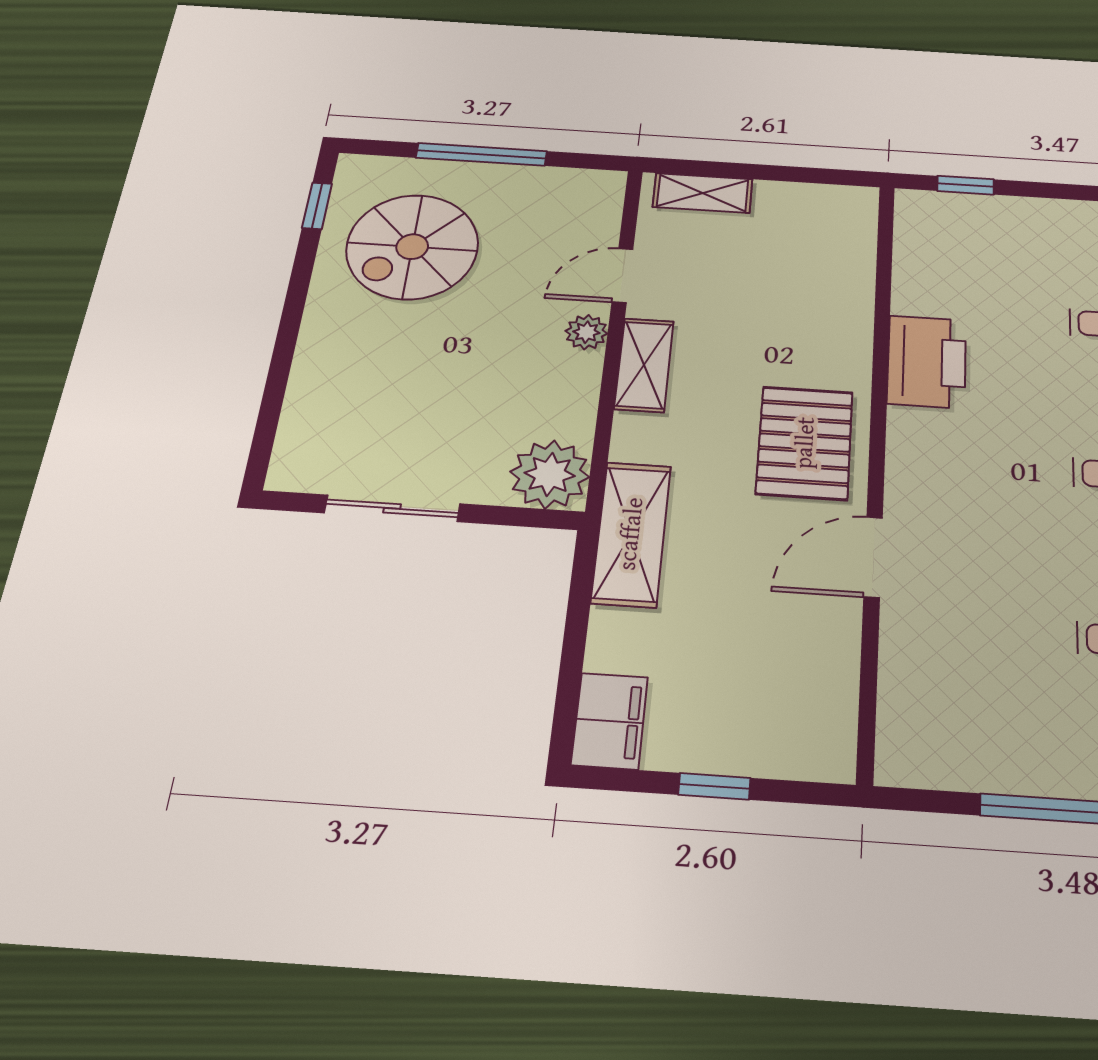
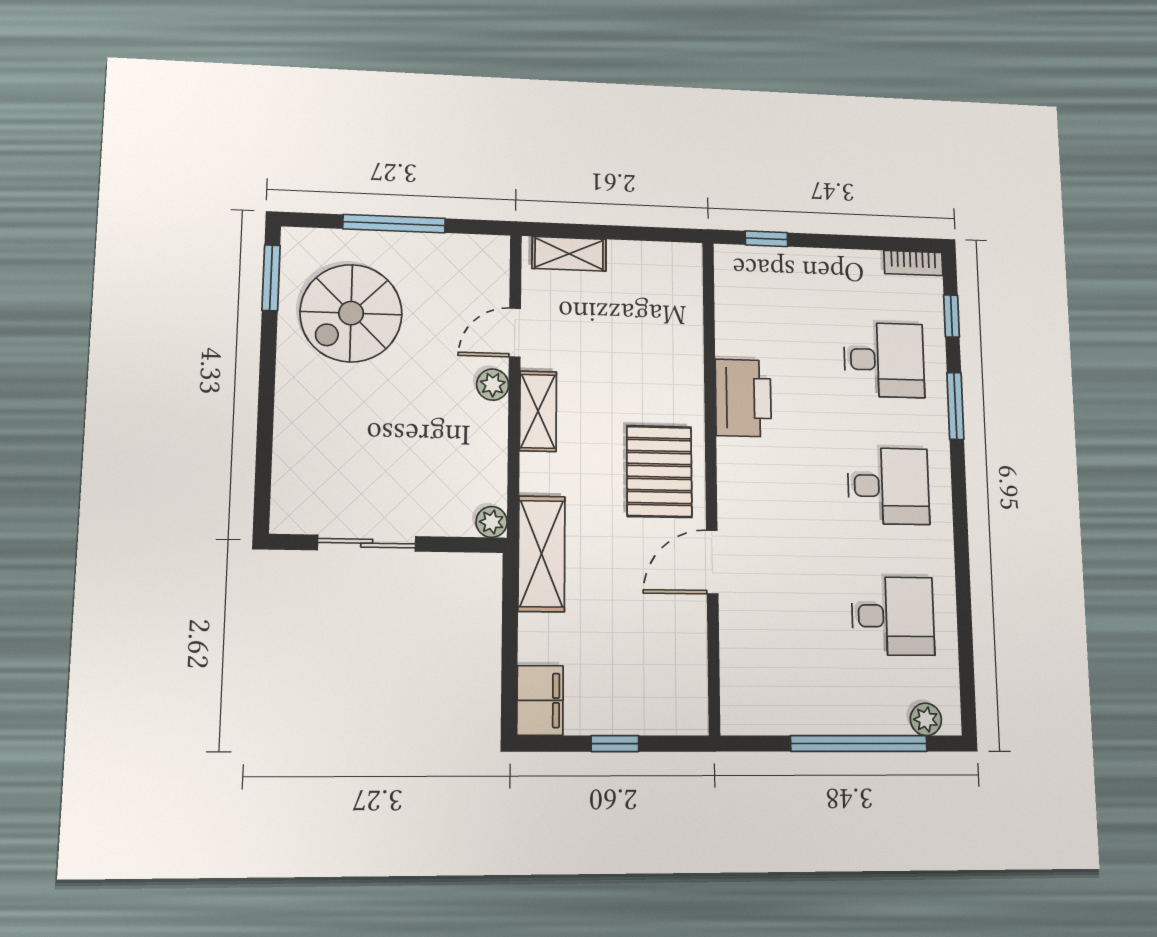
window: (317, 206) -> (271, 278), width x1.50
plant: (550, 474) -> (492, 522), width x0.53, depth x0.53

